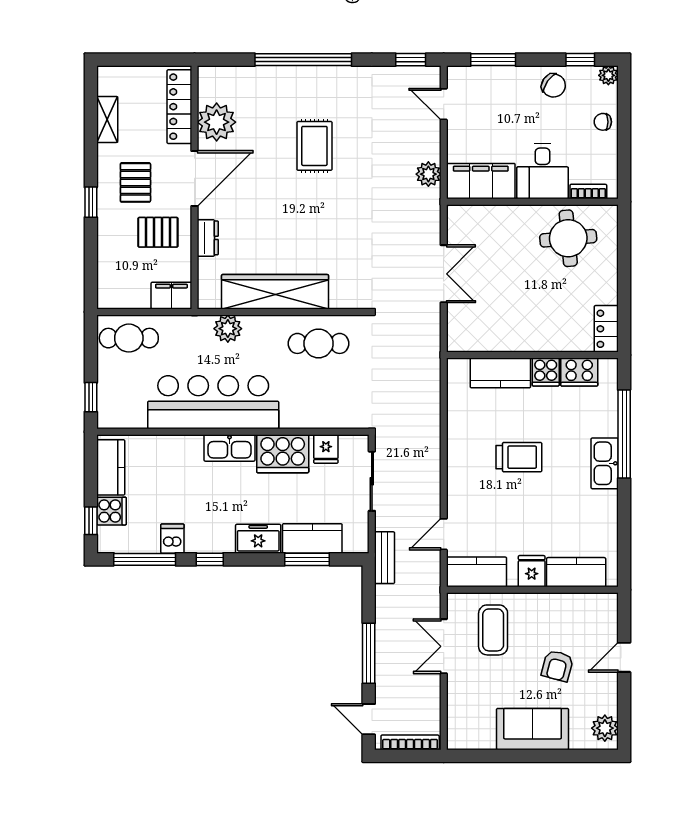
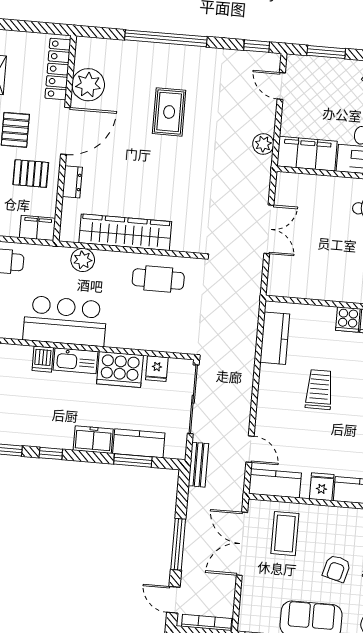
kitchen counter: (500, 373) -> (275, 338), moved, turned -90
bar counter: (213, 402) -> (65, 321), width x0.73
trolley: (519, 457) -> (319, 390), turned -90
sliding door: (372, 481) -> (193, 399), width x1.37
door: (444, 534) -> (250, 449), swing flipped
dishwasher: (172, 539) -> (43, 359), moved, turned 180
double door: (444, 646) -> (242, 544), width x1.37

